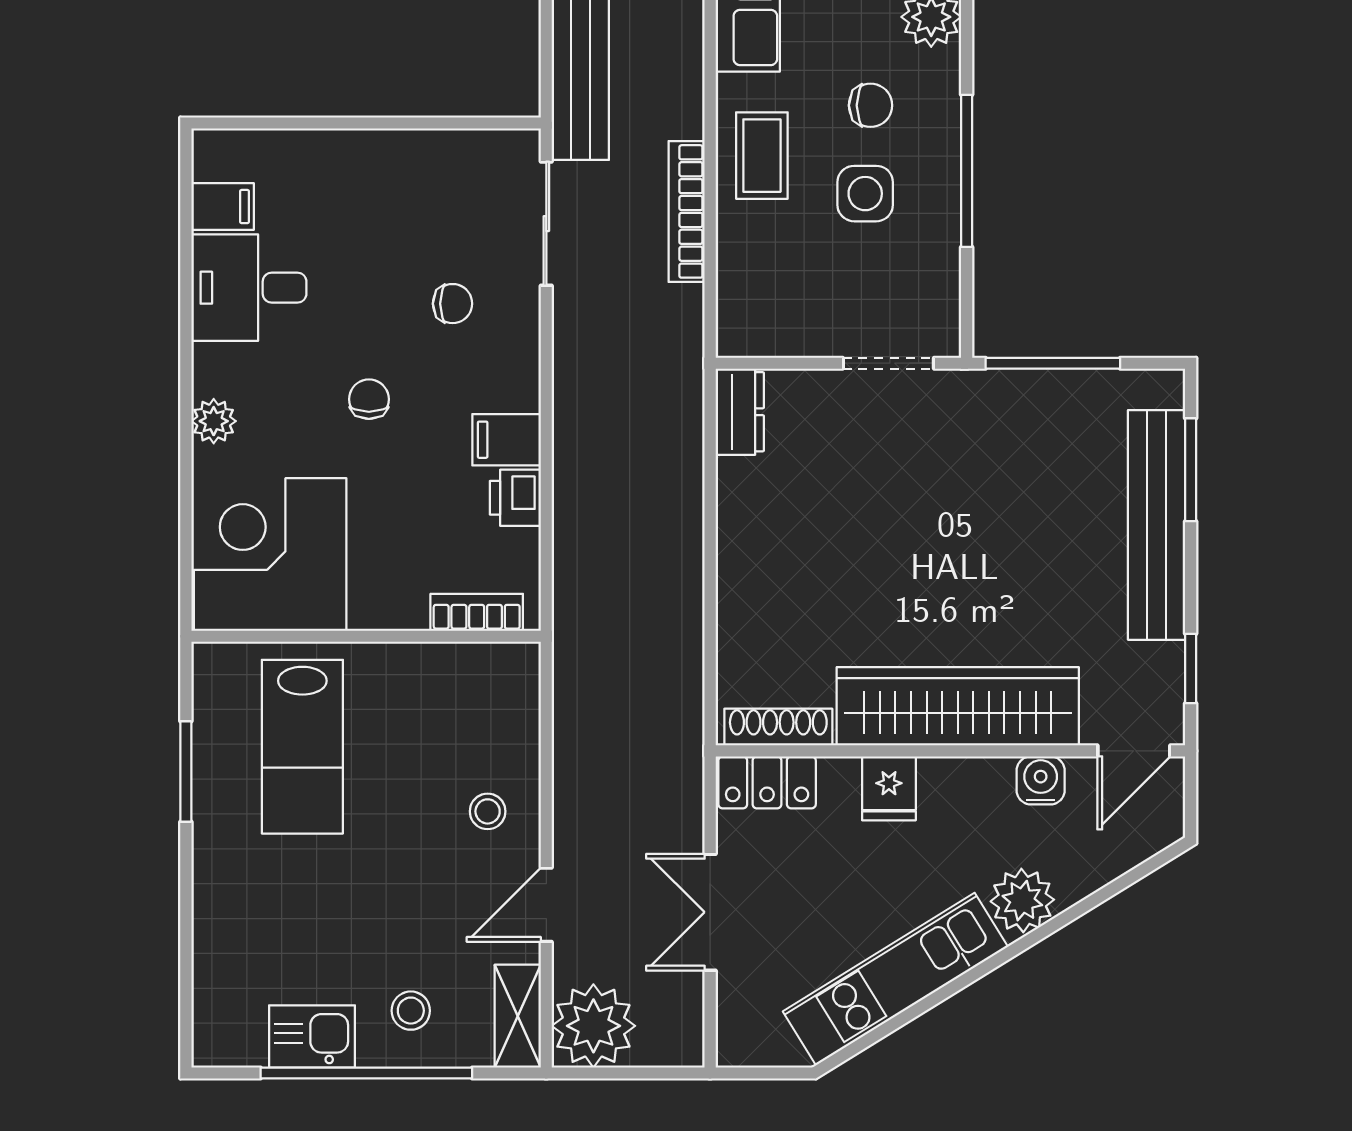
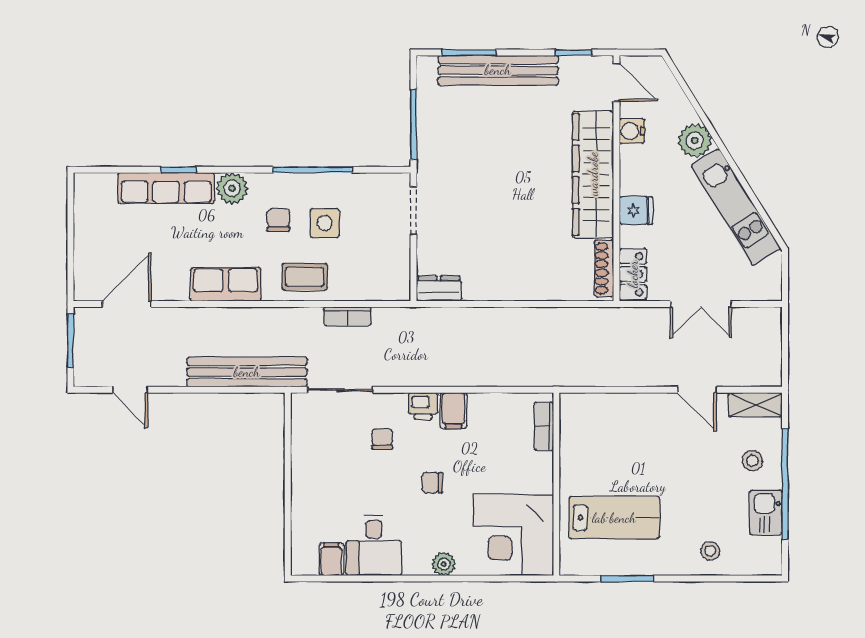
bookcase: (687, 211) -> (347, 316), width x0.64
printer: (515, 498) -> (423, 406), moved
stool: (488, 811) -> (710, 551), moved
plant: (593, 1026) -> (760, 365), removed

